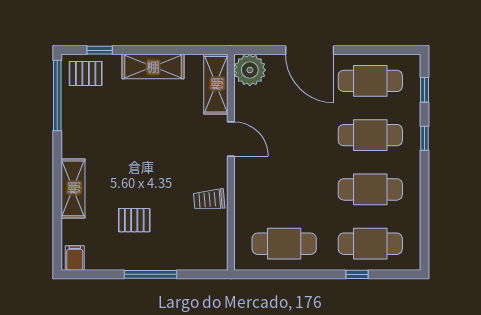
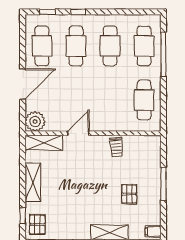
window: (357, 274) -> (163, 54), width x3.17

